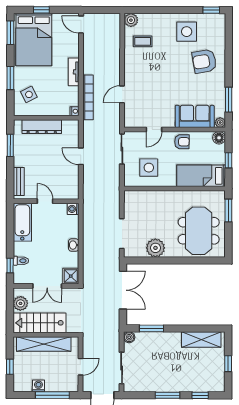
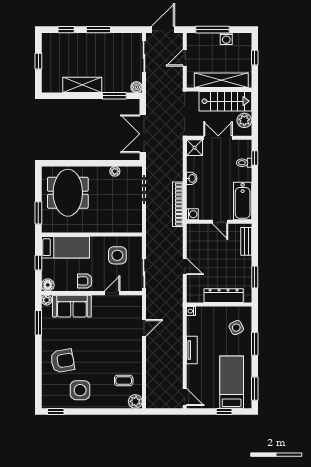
bed: (34, 39) -> (232, 382), width x0.67
bookcase: (88, 97) -> (178, 204), moved
plant: (155, 248) -> (115, 171), width x0.53, depth x0.53
shelving: (201, 340) -> (82, 85), moved

